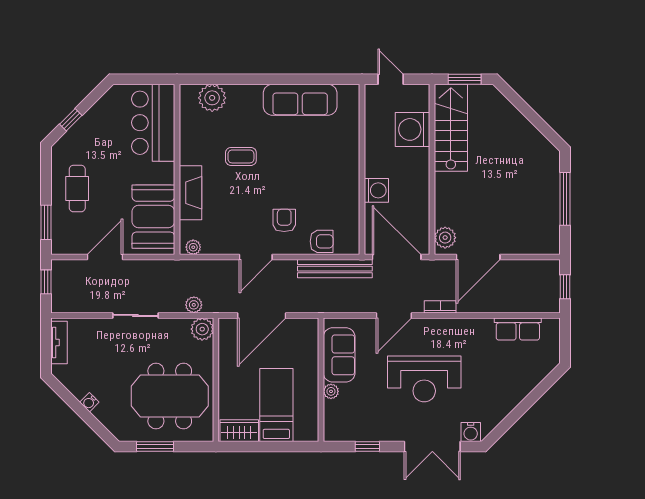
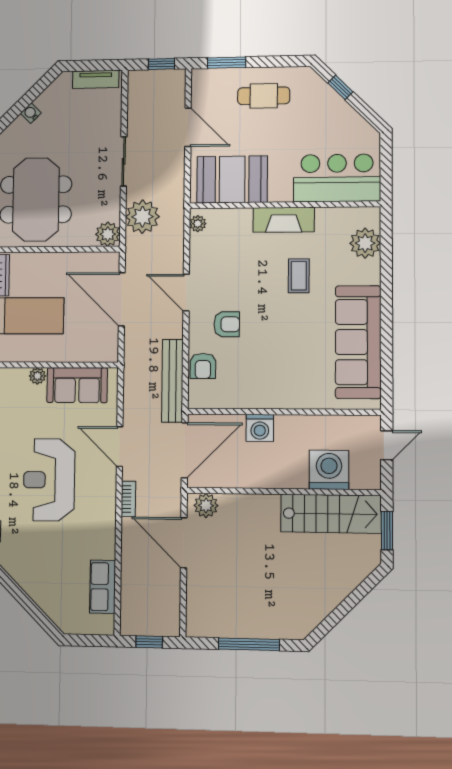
sofa: (300, 100) -> (358, 342), width x1.36, depth x1.27
fireplace: (190, 193) -> (284, 220), moved
plant: (194, 305) -> (142, 217), width x1.87, depth x1.87

